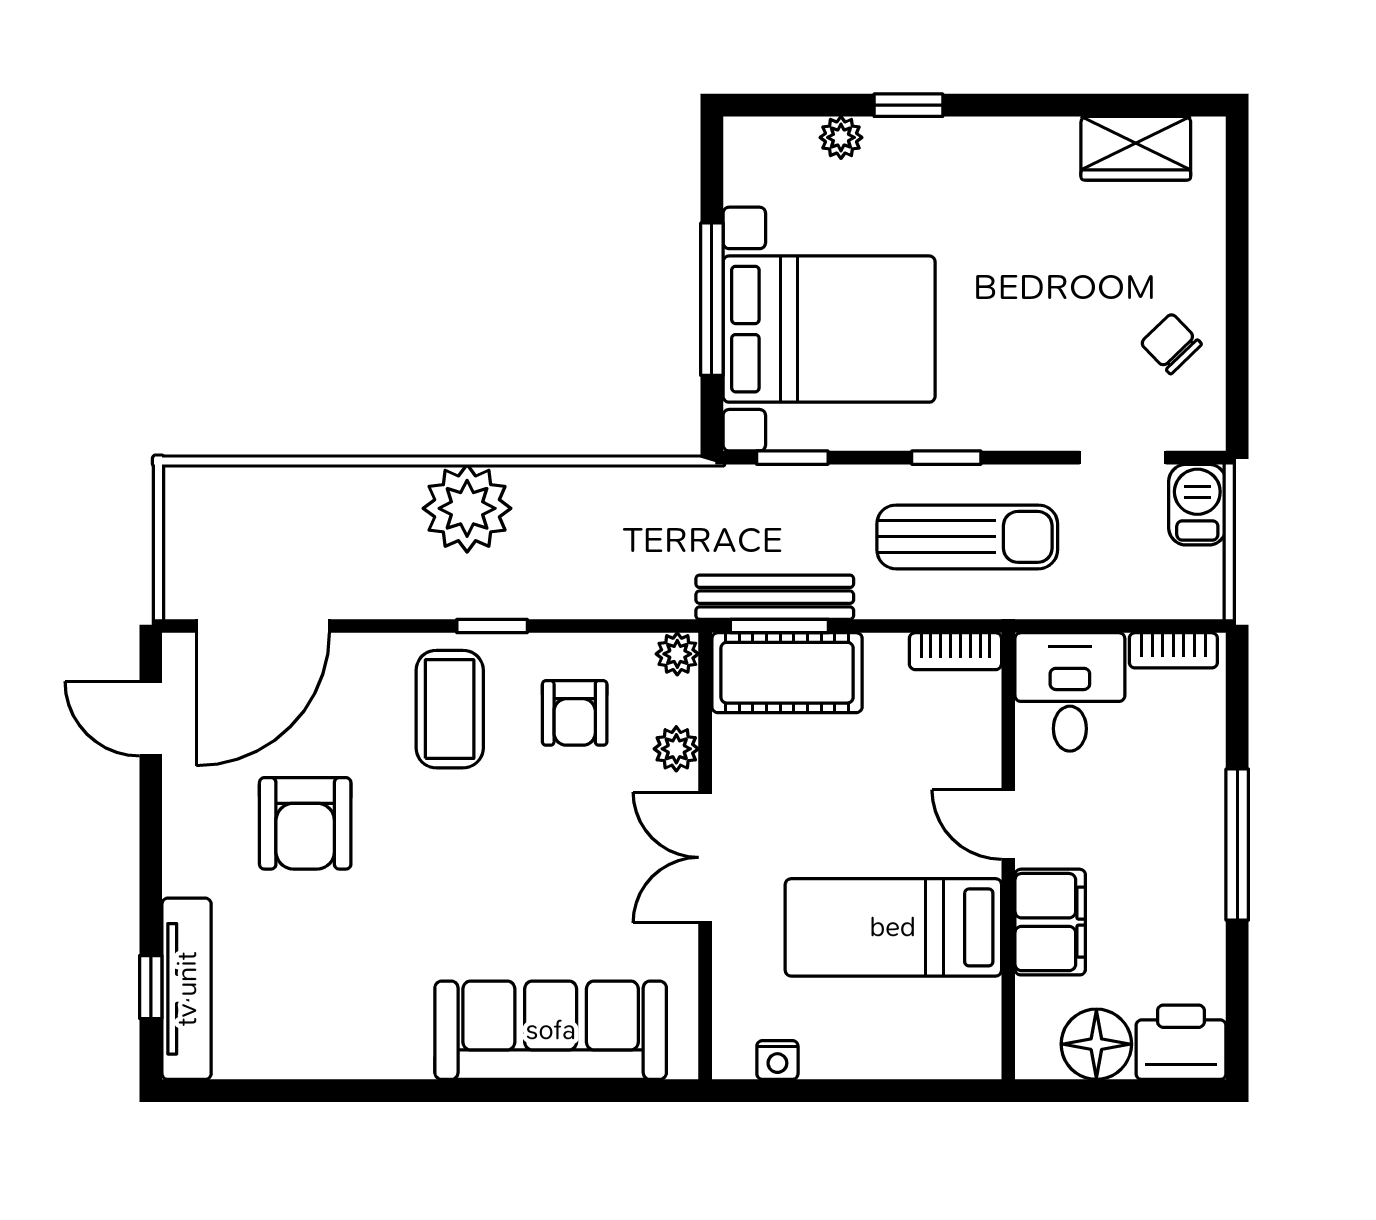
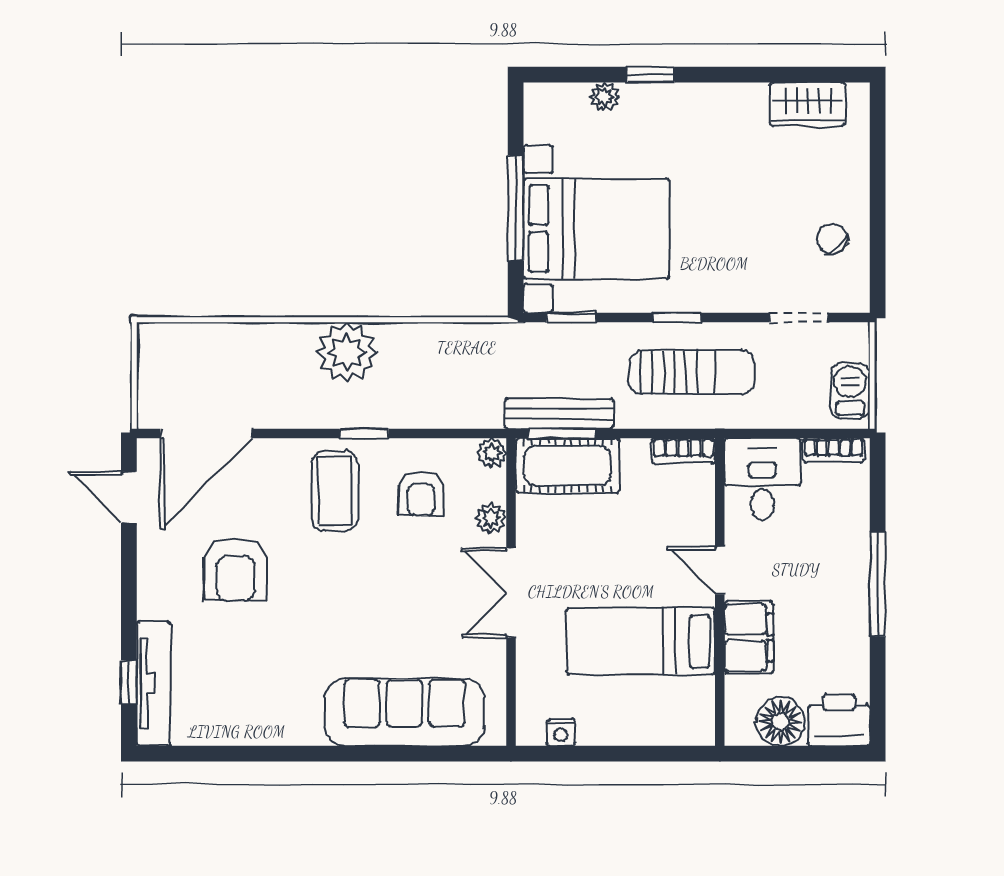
barbecue: (1197, 505) -> (850, 391), moved

